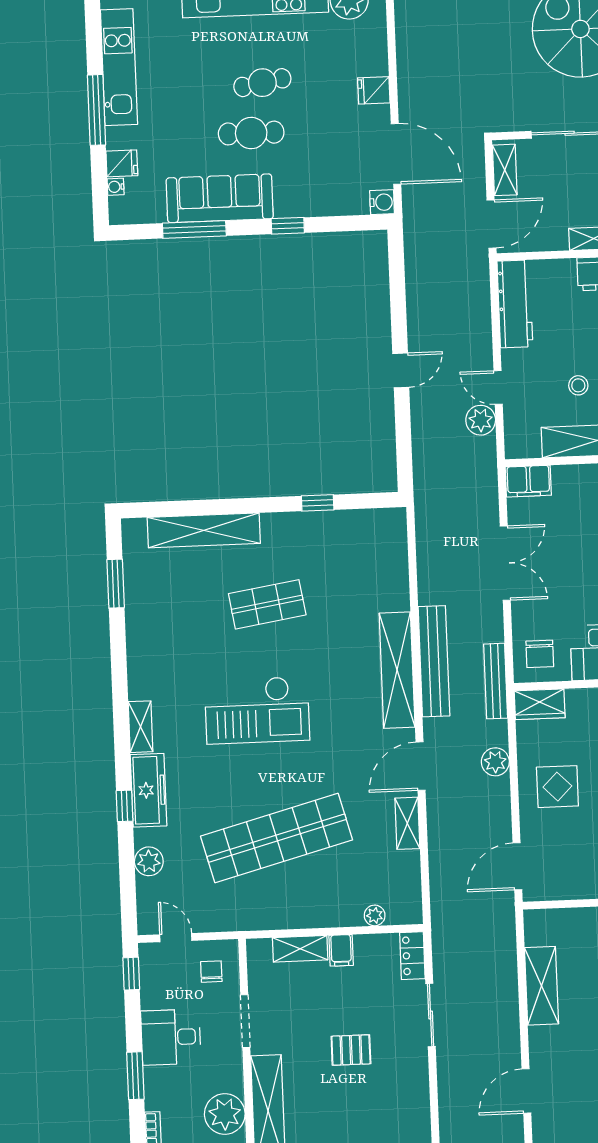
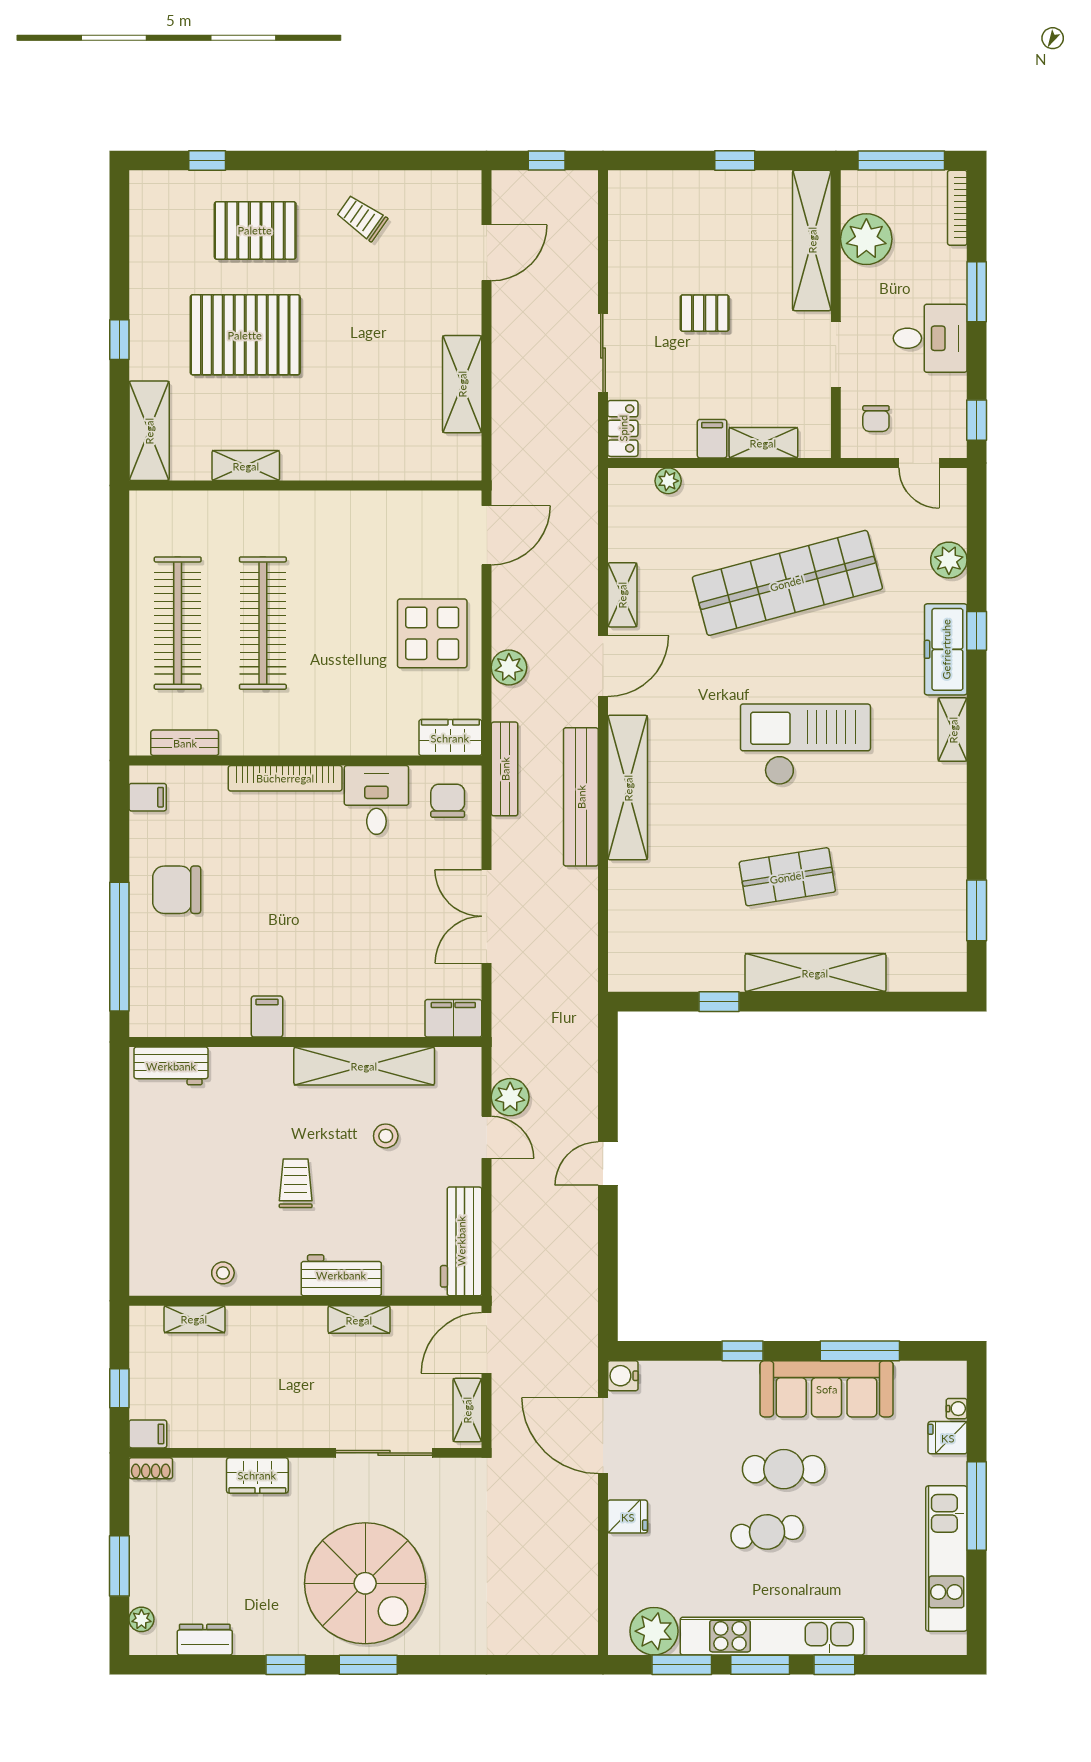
shelving: (204, 530) -> (815, 973), moved
display table: (557, 787) -> (432, 633), width x1.36, depth x1.36

